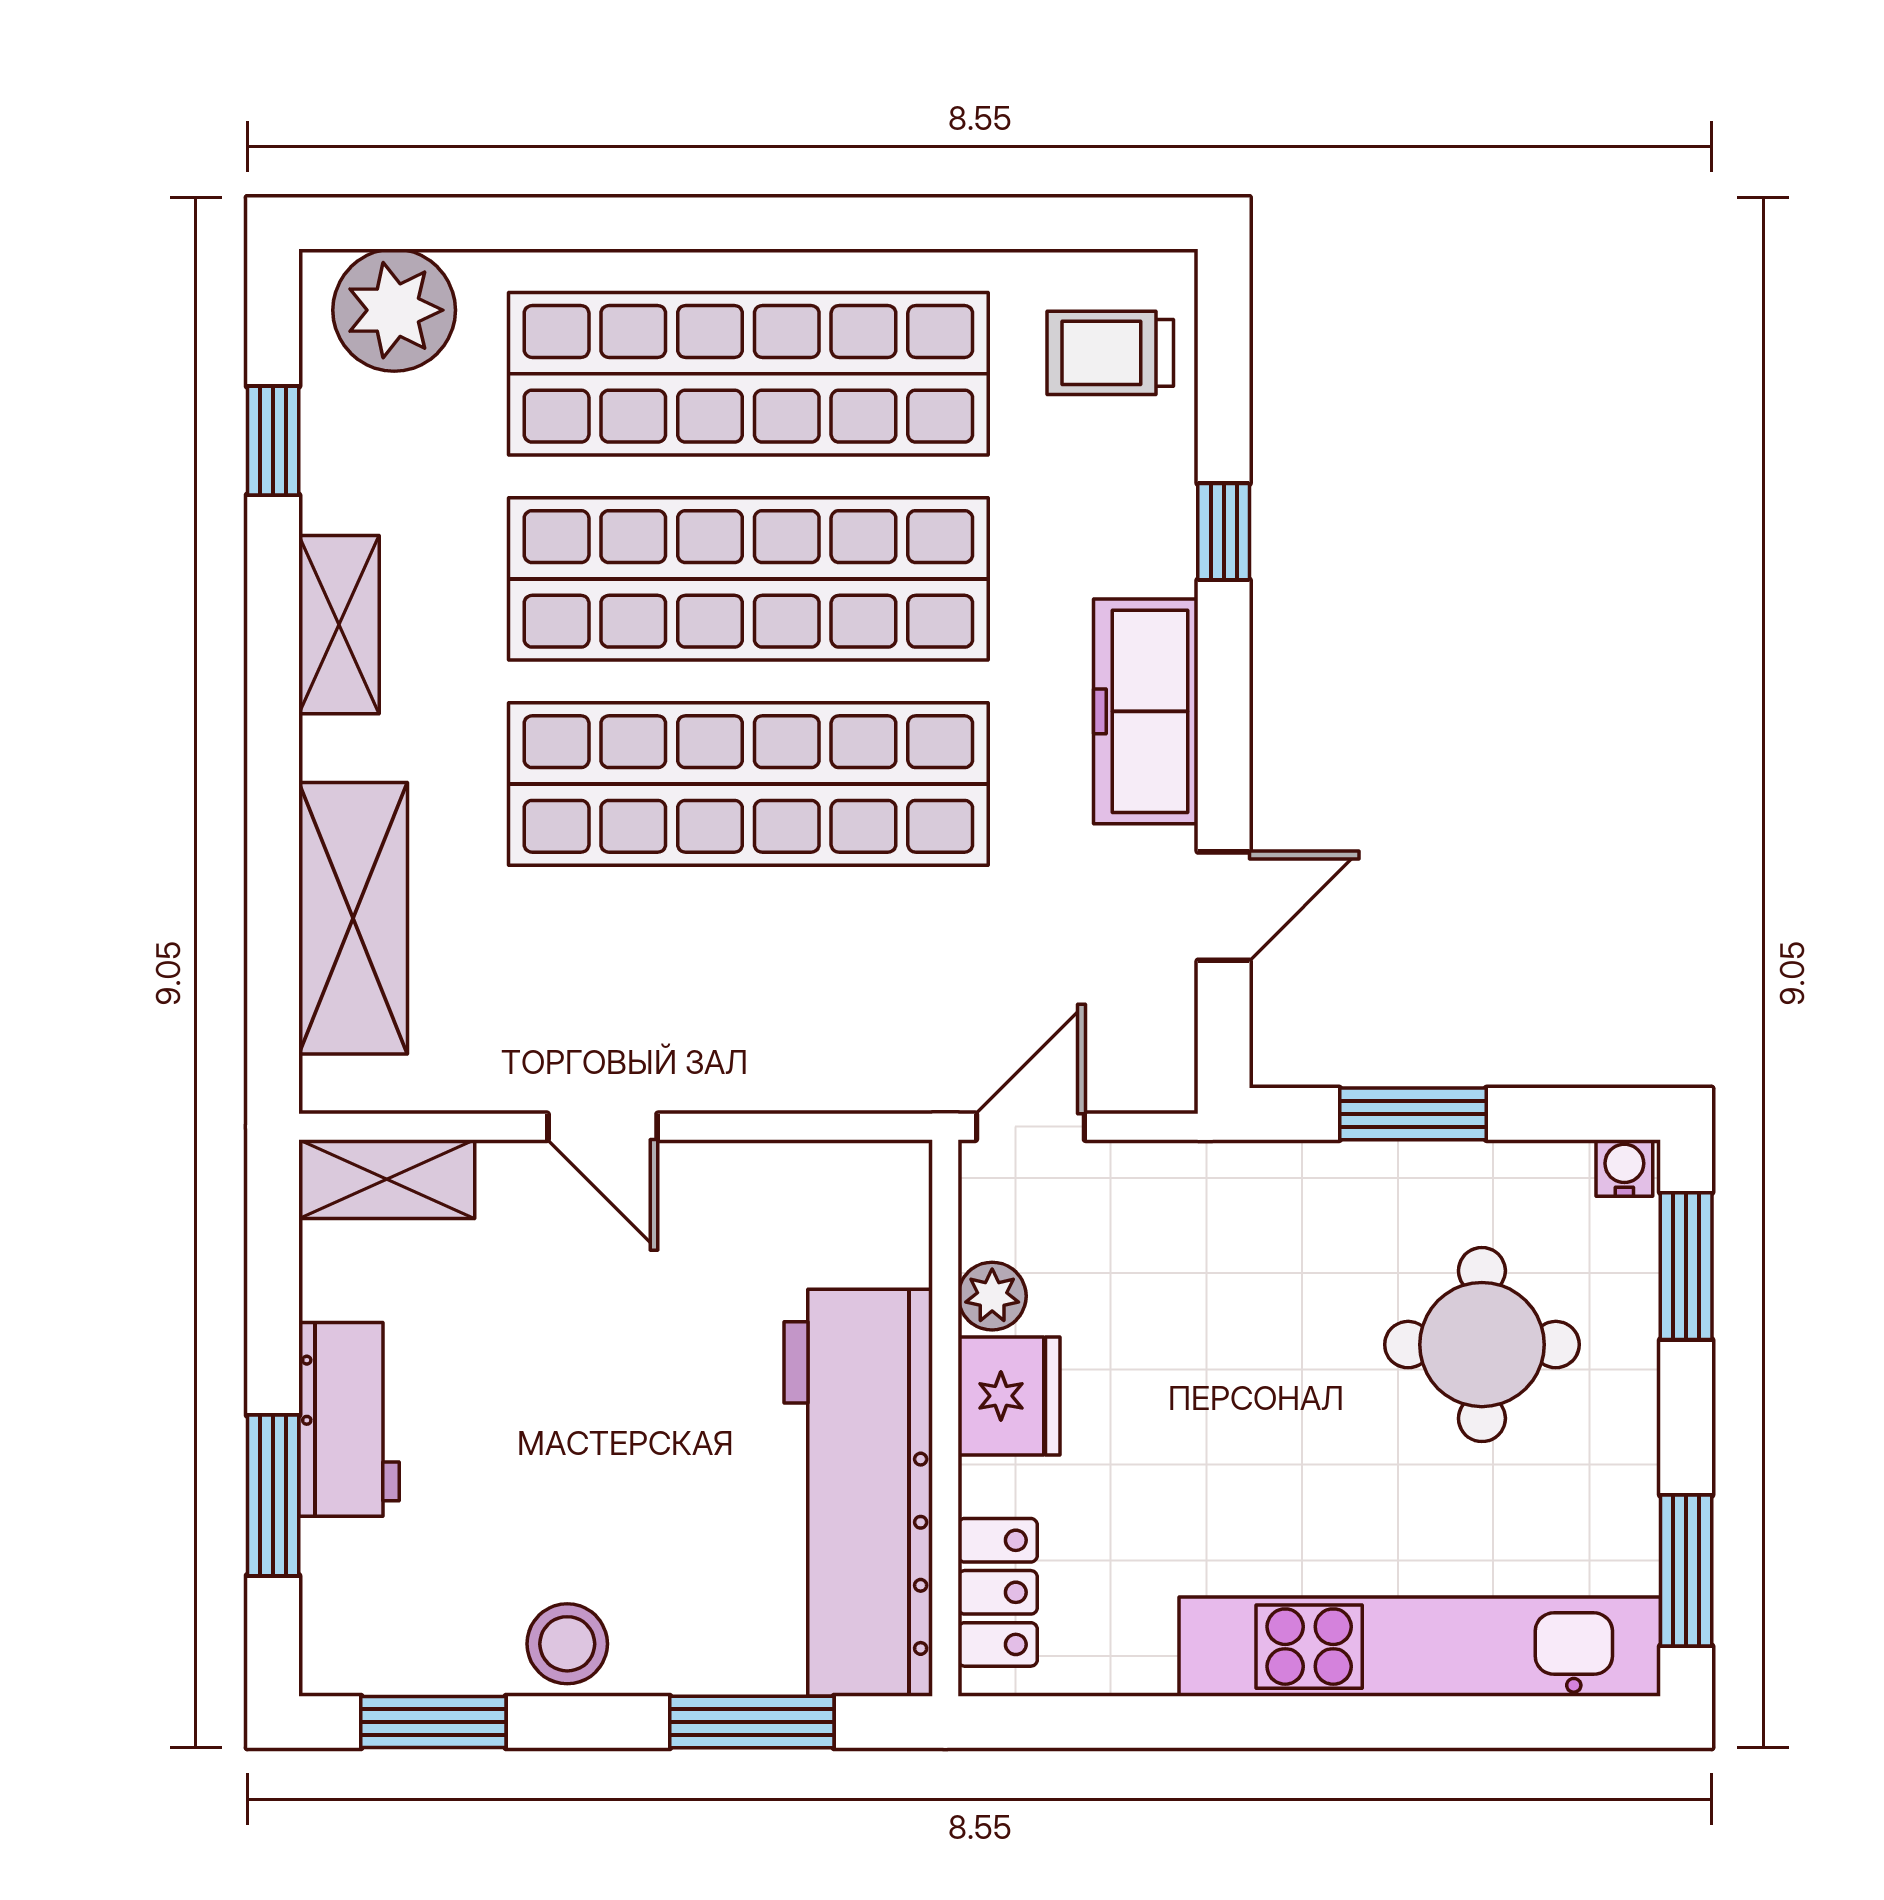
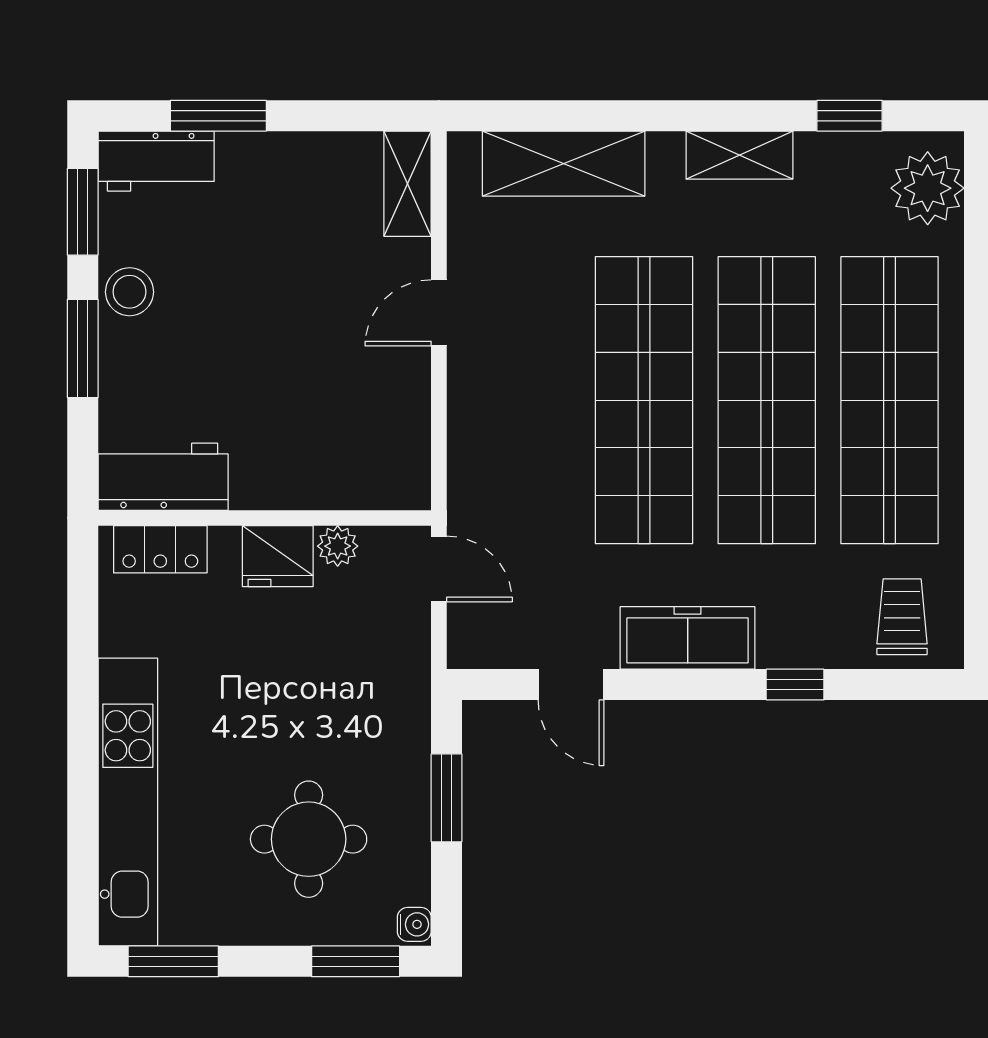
workbench: (349, 1419) -> (156, 161), moved
workbench: (858, 1493) -> (163, 477), width x0.53, depth x0.76
window: (752, 1722) -> (83, 349), moved

